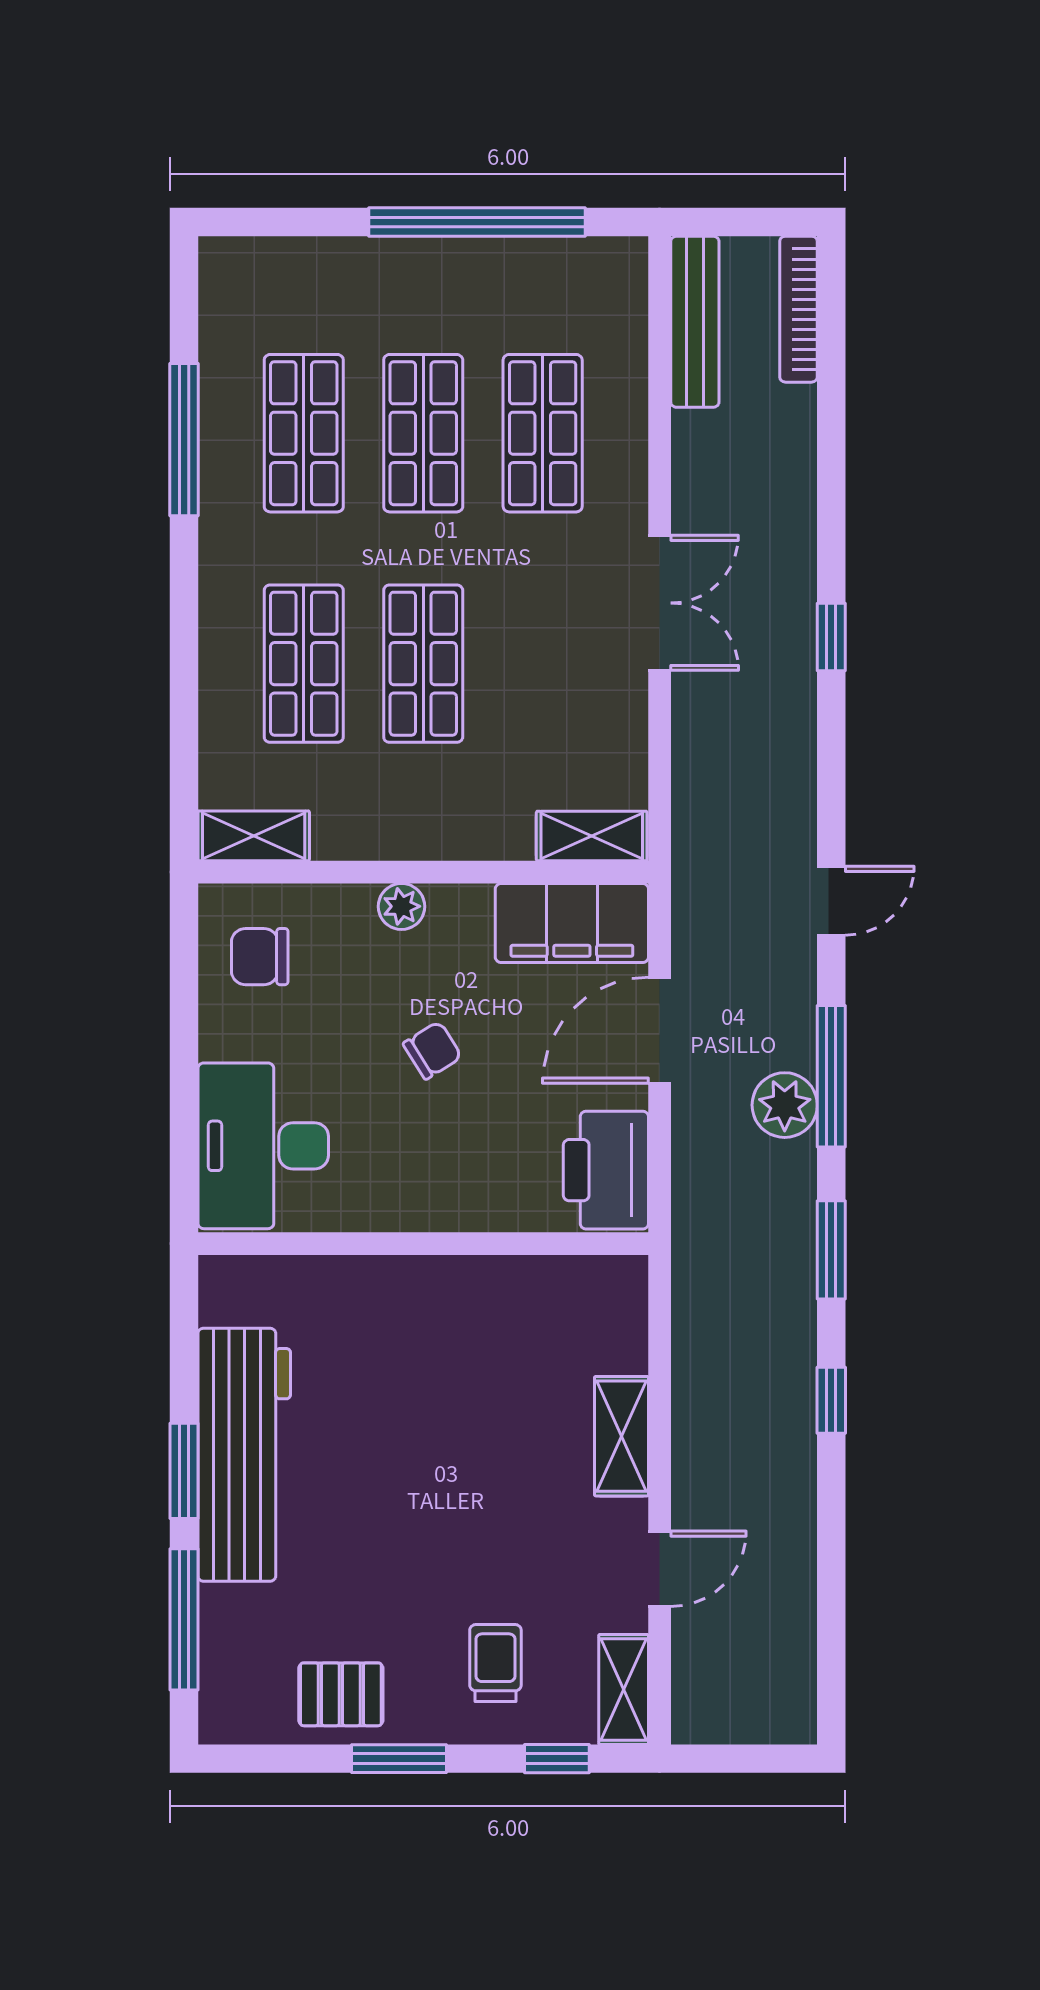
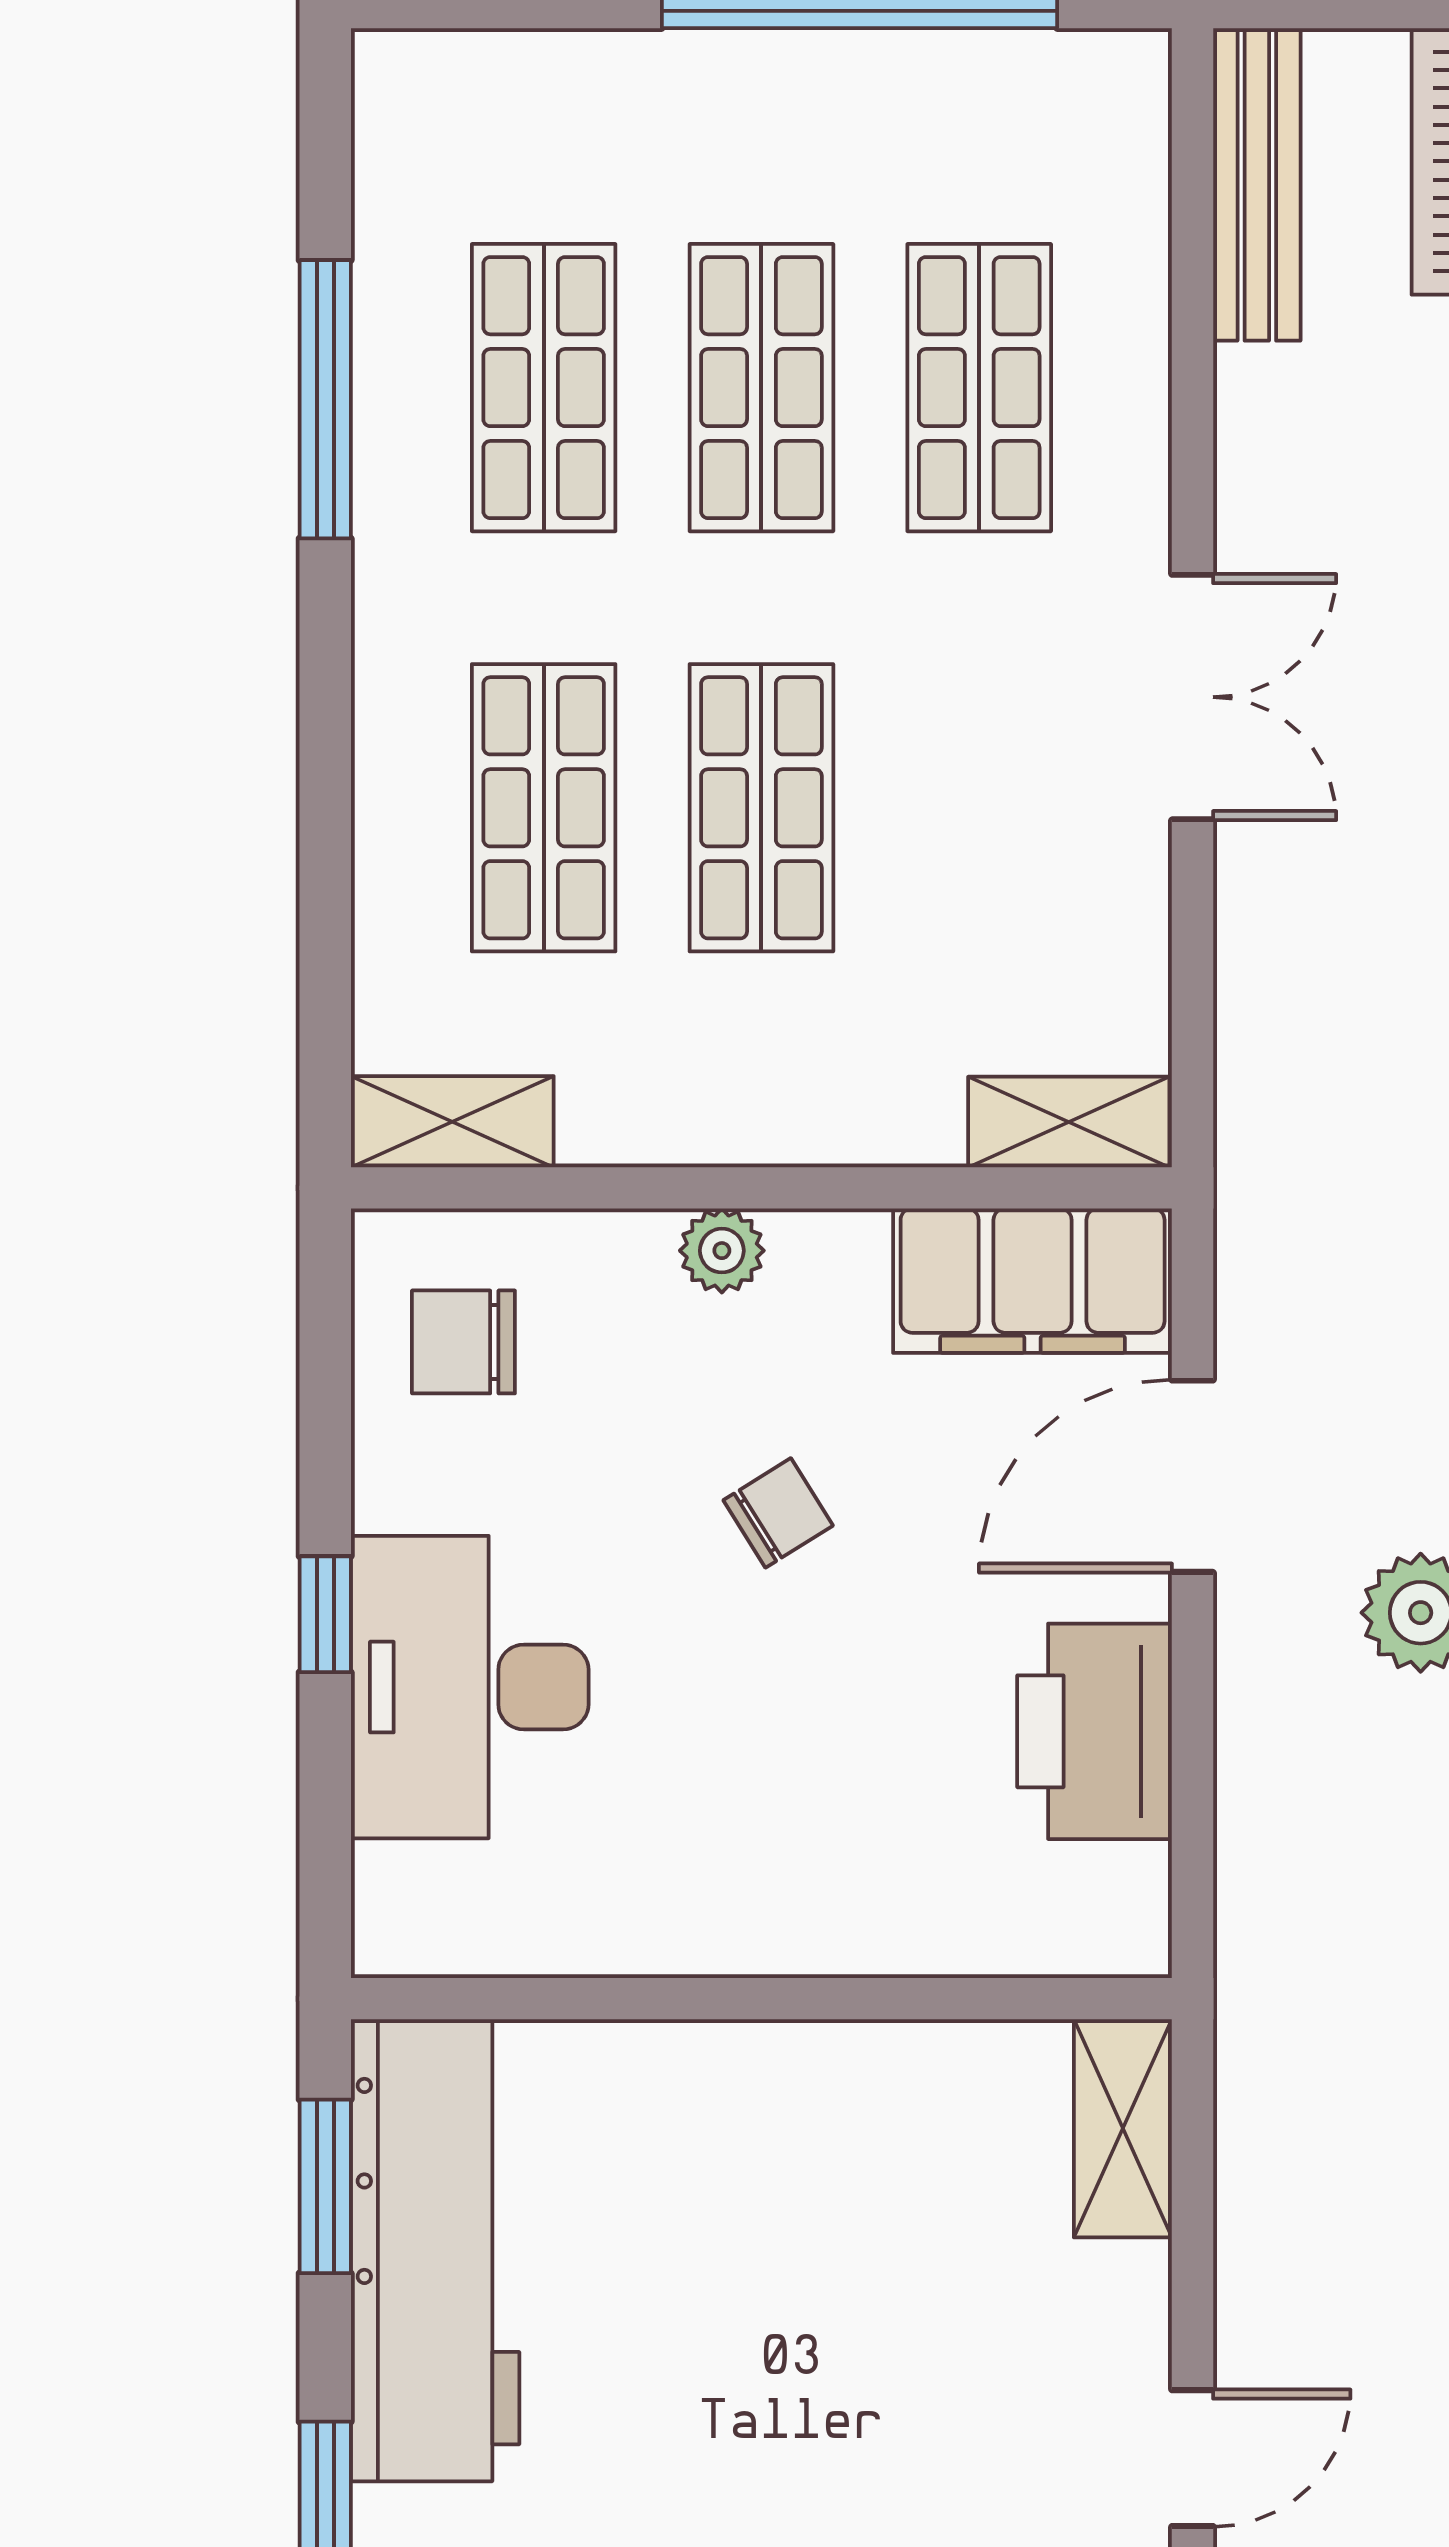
window: (184, 1106) -> (325, 1614), added
wall: (423, 1244) -> (761, 1999), moved
shelving: (621, 1436) -> (1123, 2128), moved
window: (184, 1471) -> (325, 2186), moved

